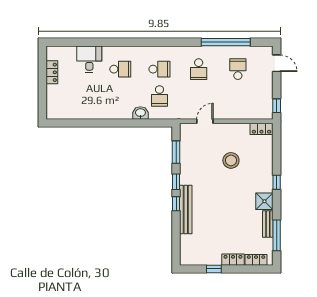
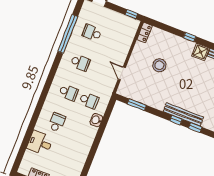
school desk: (159, 69) -> (69, 93), turned 90
window: (176, 182) -> (195, 128), moved

